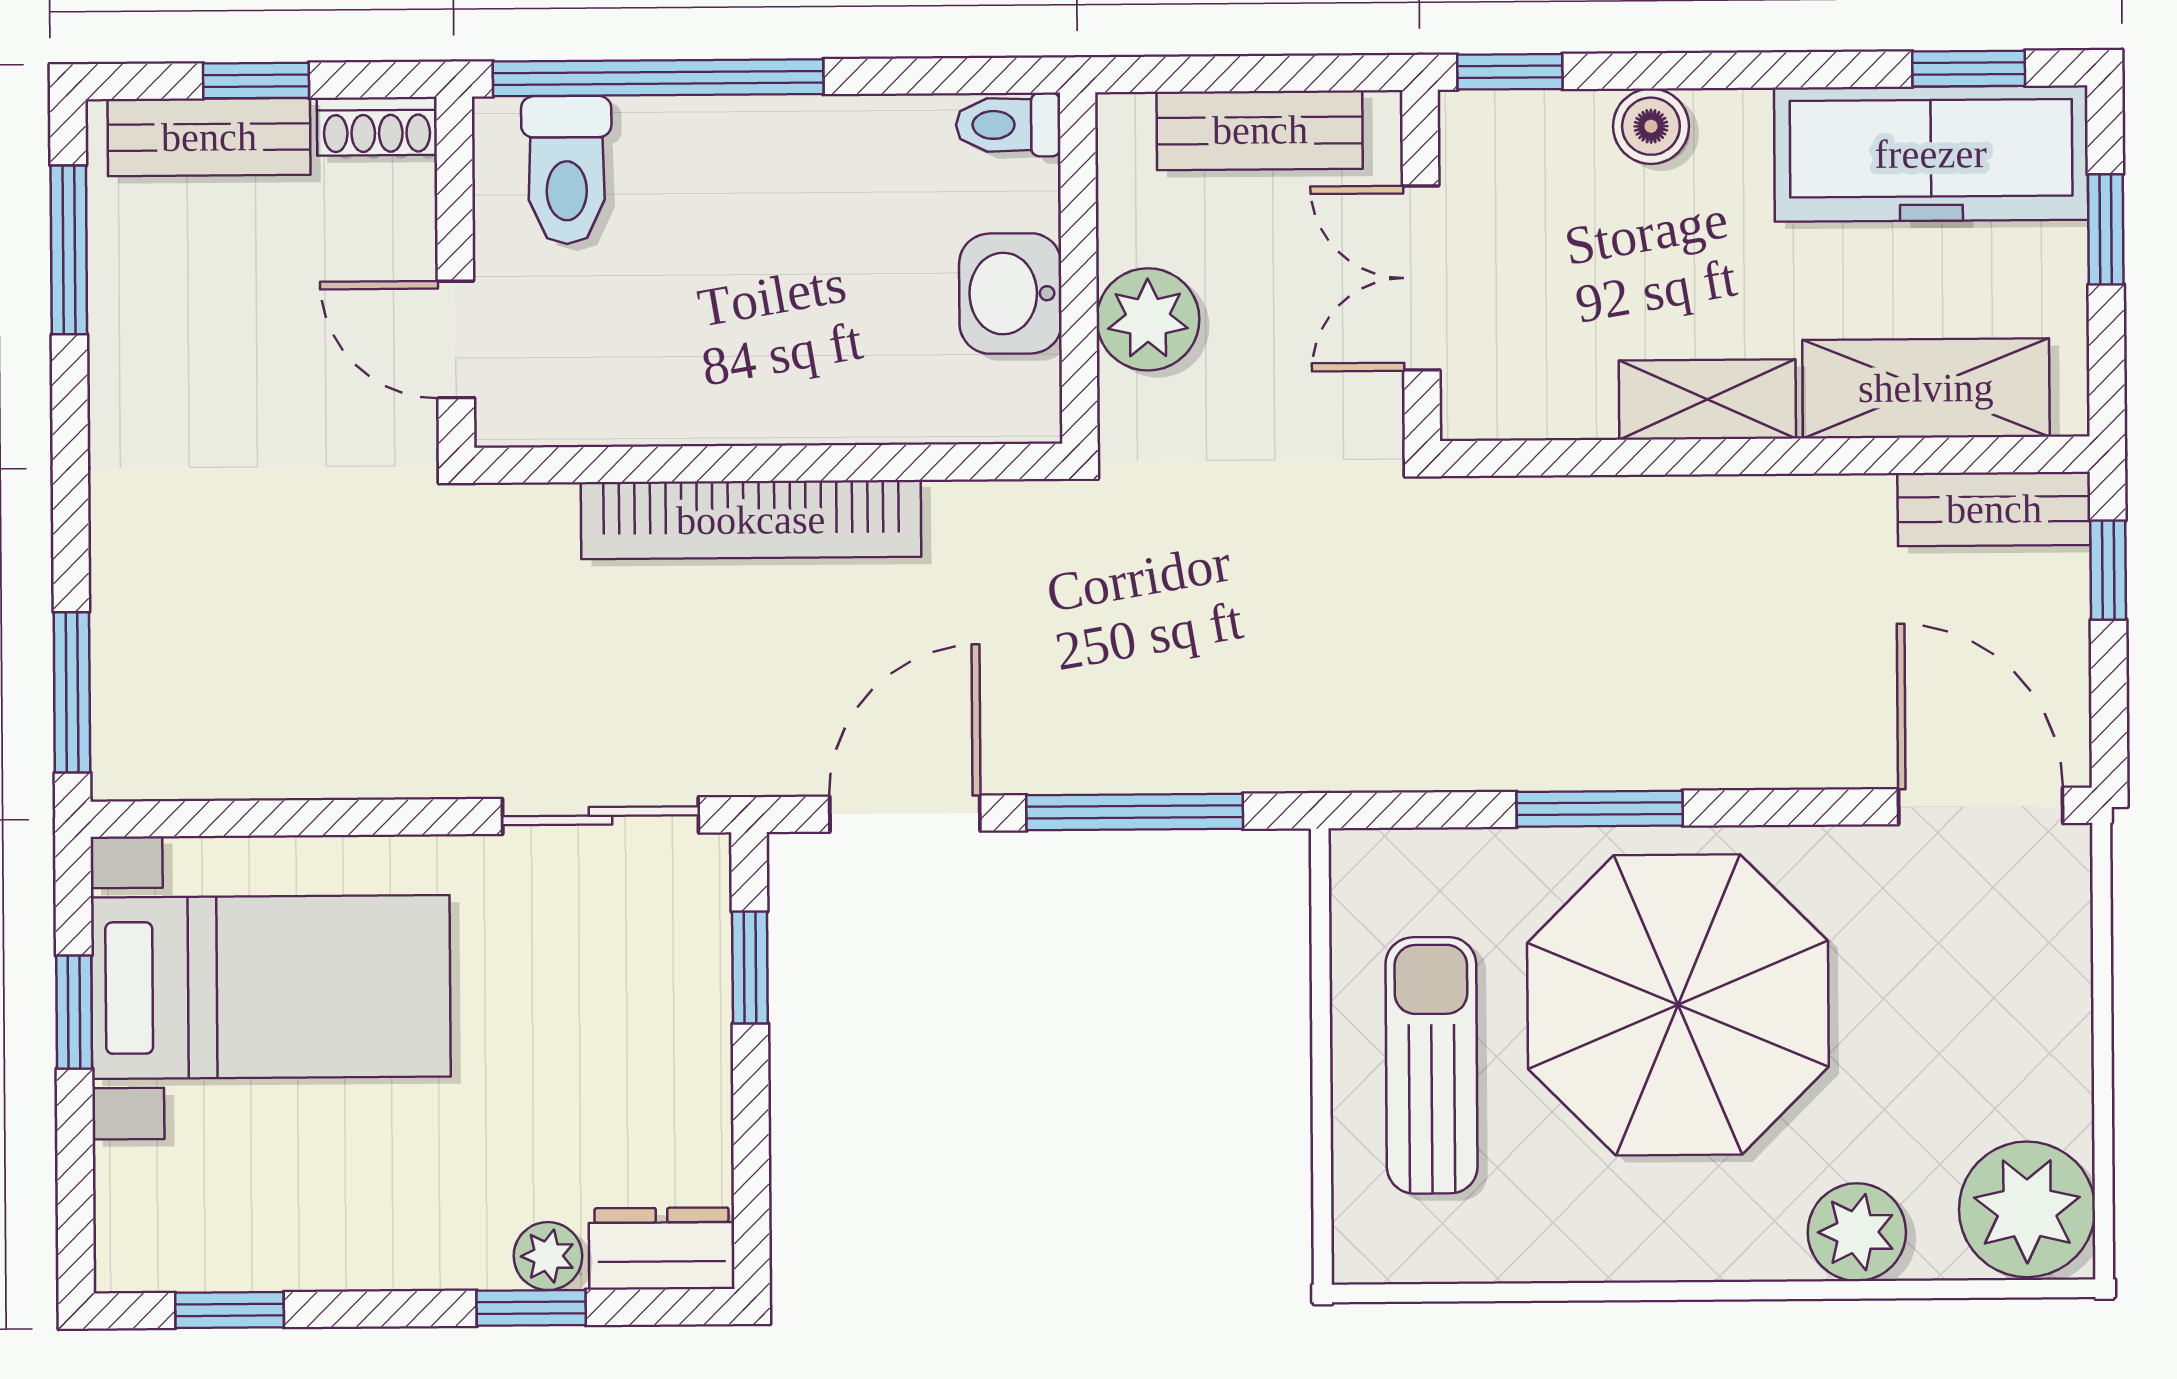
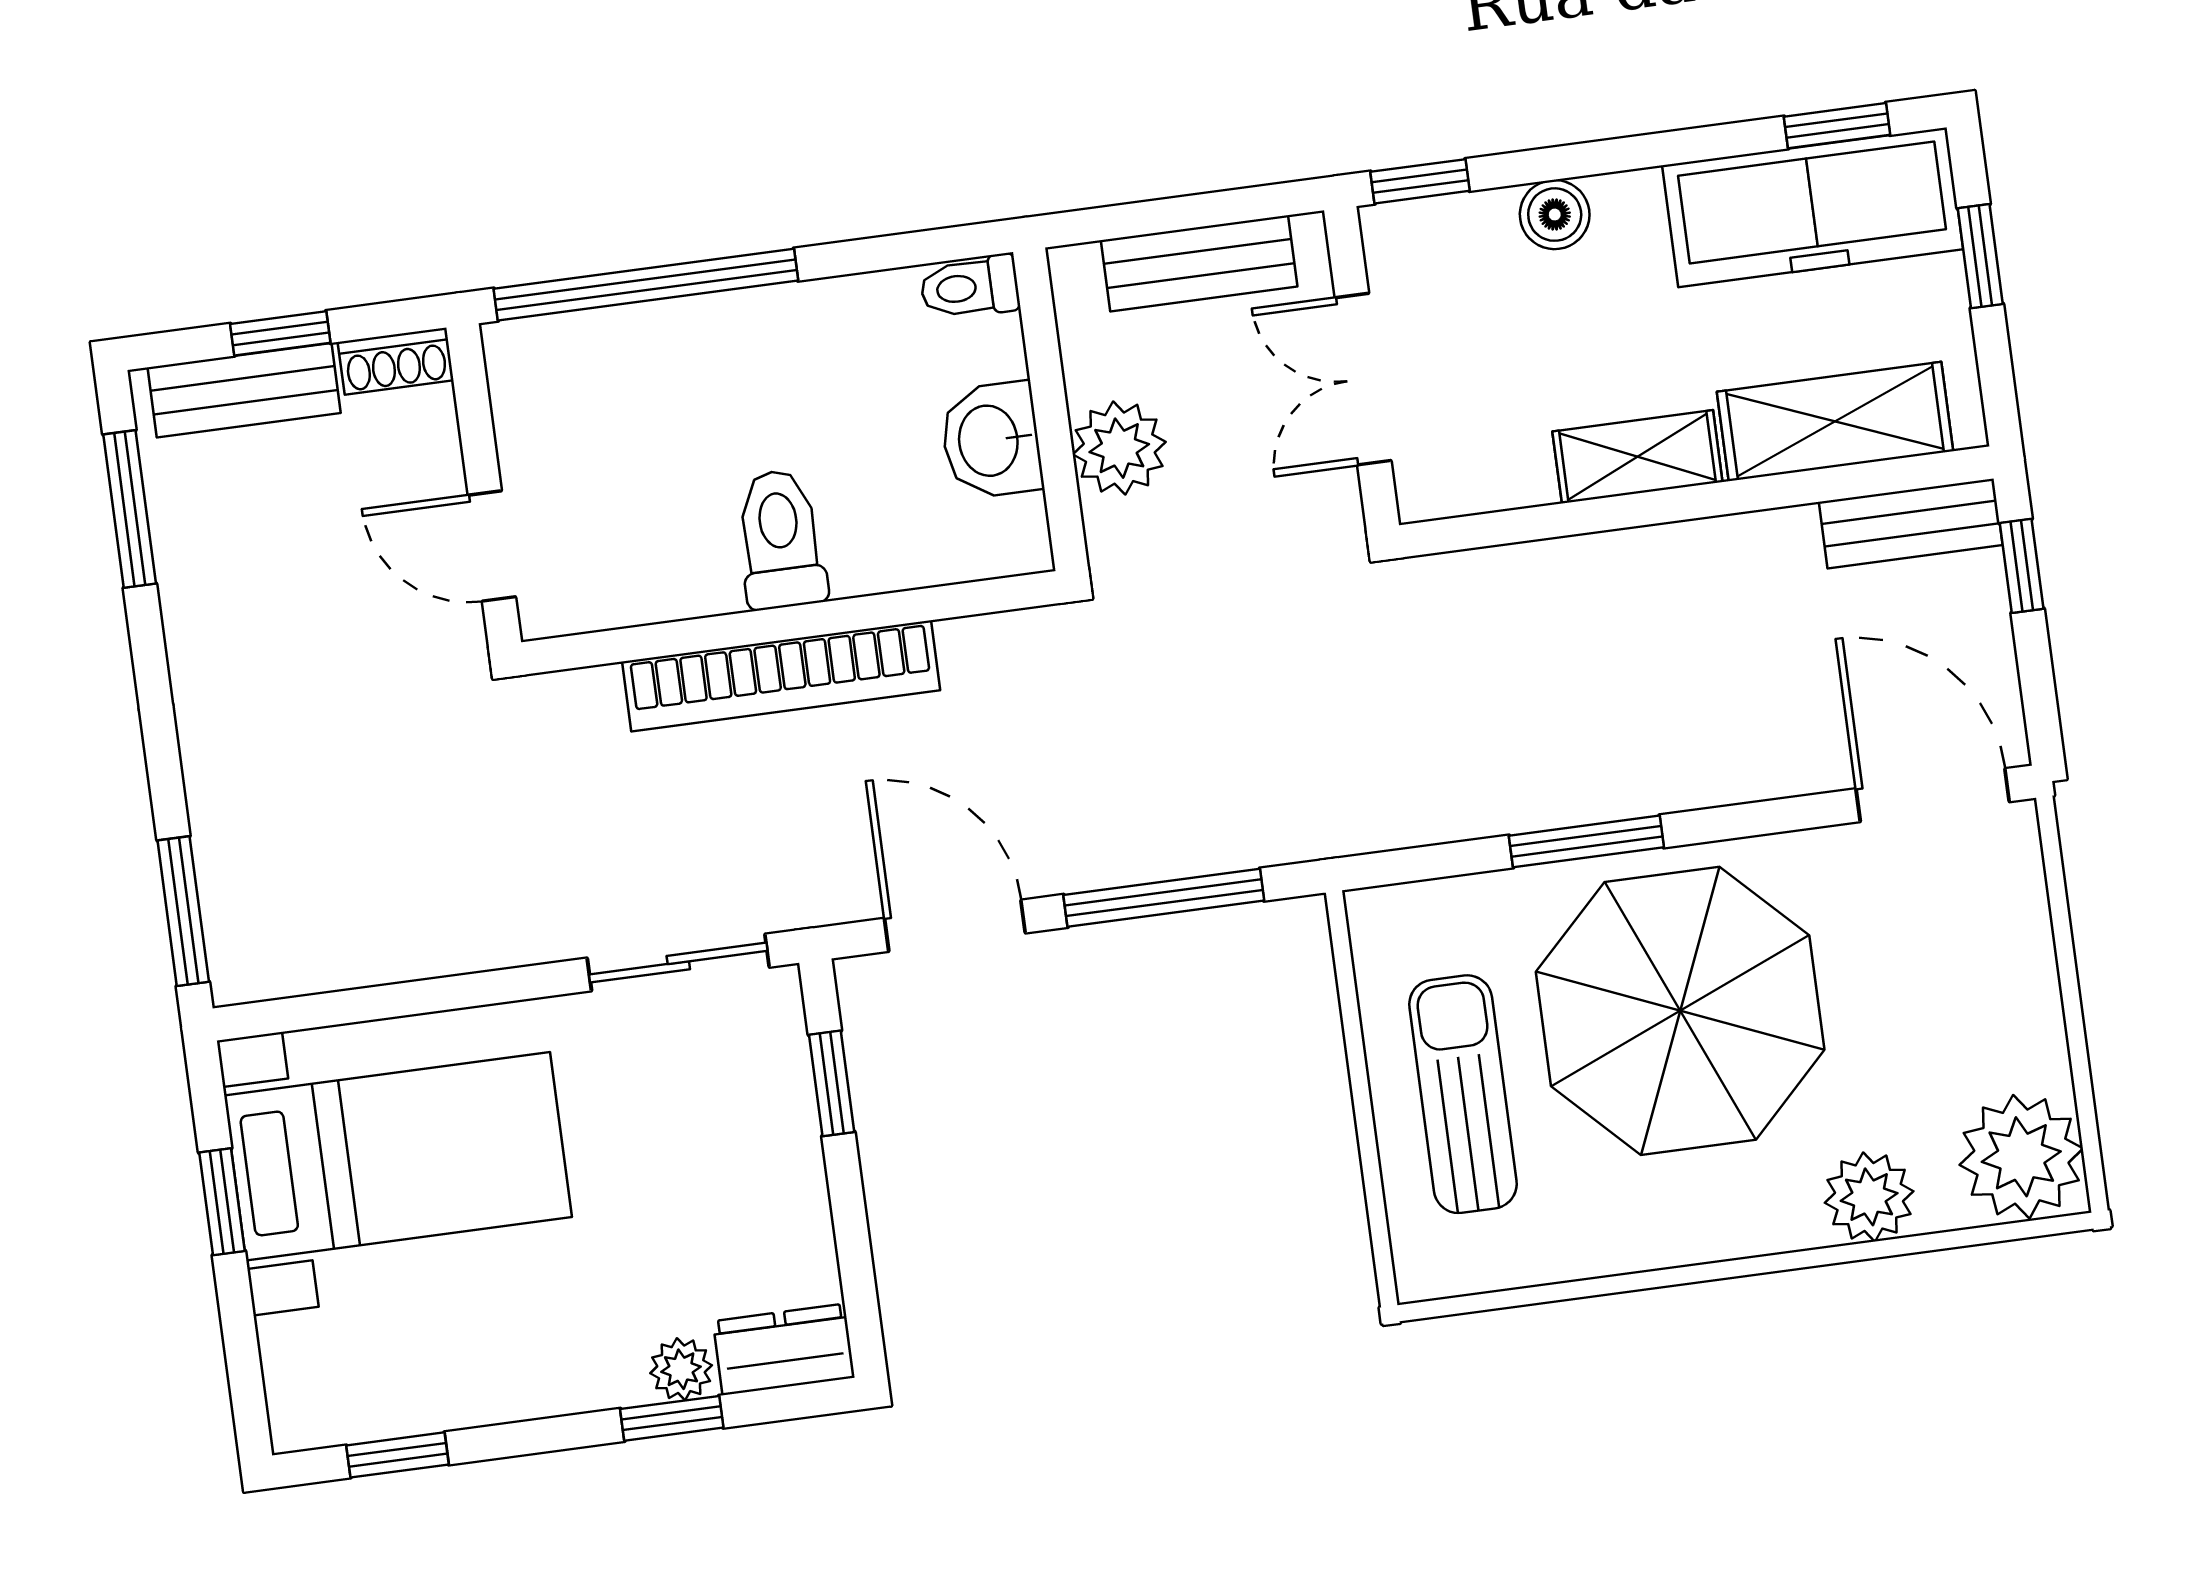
toilet: (567, 170) -> (781, 539), moved, turned 180
door: (905, 814) -> (955, 926), hinge flipped

